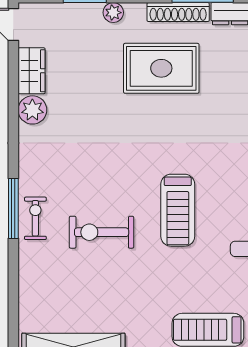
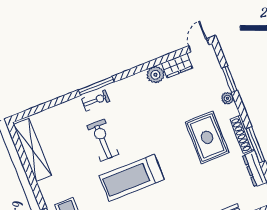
treadmill: (178, 210) -> (132, 178), width x1.37, depth x1.38

